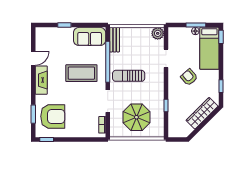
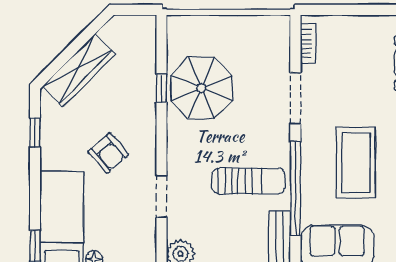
coffee table: (81, 73) -> (356, 162), turned 90
sun lounger: (129, 76) -> (249, 181), moved
parasol: (136, 117) -> (201, 88), moved

